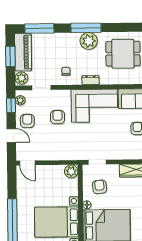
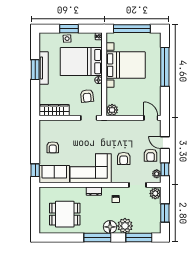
floor lamp: (72, 40) -> (110, 227), added
plant: (89, 41) -> (125, 226), moved
piano: (23, 52) -> (154, 217), removed

